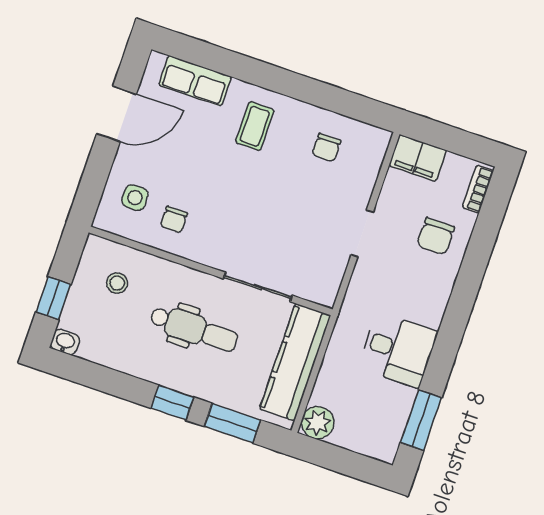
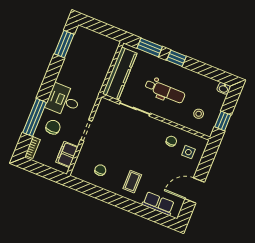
filing cabinet: (418, 158) -> (67, 154), moved, turned -90
window: (477, 256) -> (35, 117), added
window: (53, 298) -> (223, 121), moved
dental chair: (194, 329) -> (165, 91), turned 180
desk: (398, 350) -> (63, 100), moved
plant: (318, 423) -> (111, 46), removed

